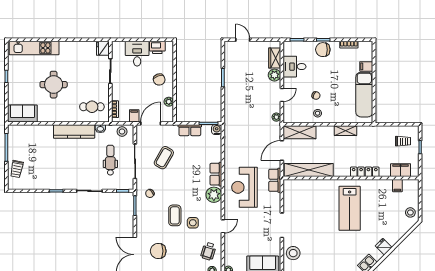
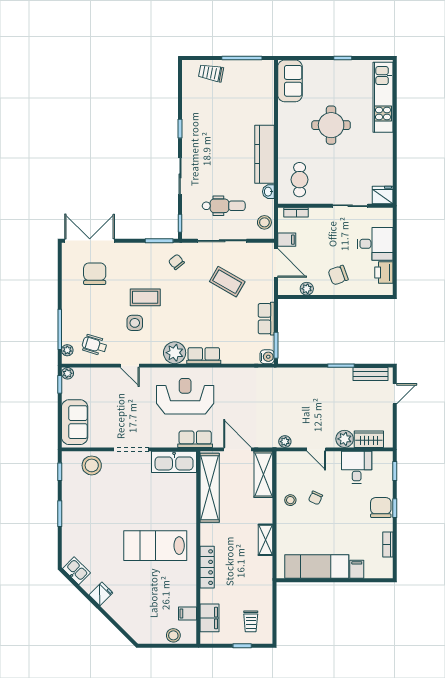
bench: (229, 57) -> (371, 374), added
kitchen sink: (291, 195) -> (174, 462), added
stool: (410, 212) -> (173, 635), moved

